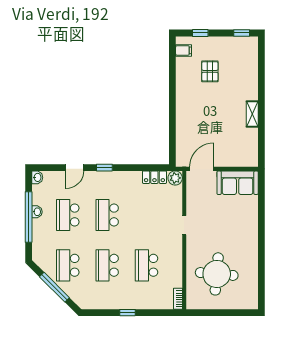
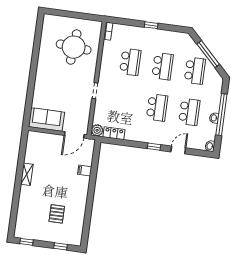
filing cabinet: (184, 50) -> (85, 170), moved

